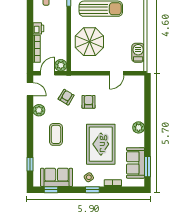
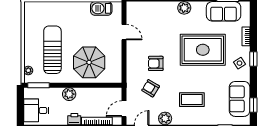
plant: (61, 65) -> (69, 94), moved
door: (48, 73) -> (124, 109), hinge flipped

